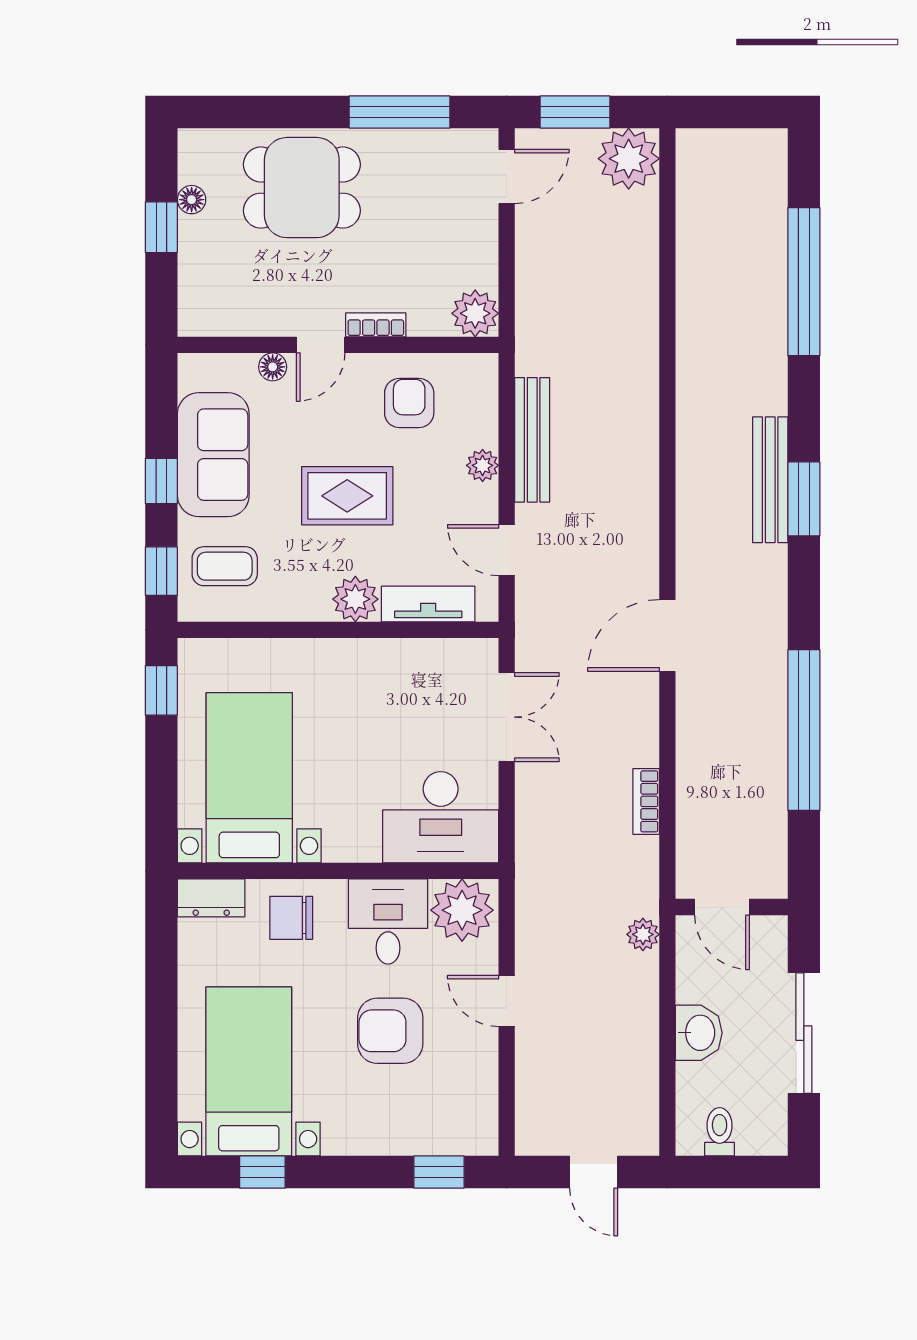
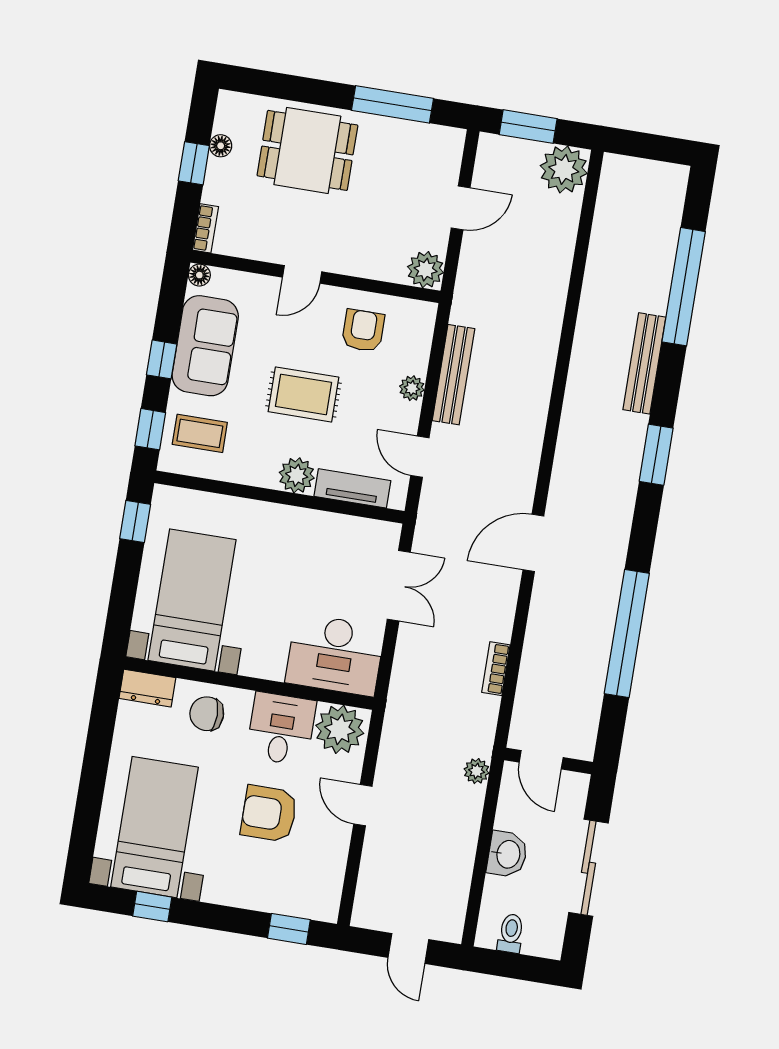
door: (507, 176) -> (461, 208), moved
bookcase: (376, 325) -> (205, 228), moved, turned 90
floor lamp: (273, 367) -> (199, 275), moved
bench: (770, 480) -> (644, 363), moved

